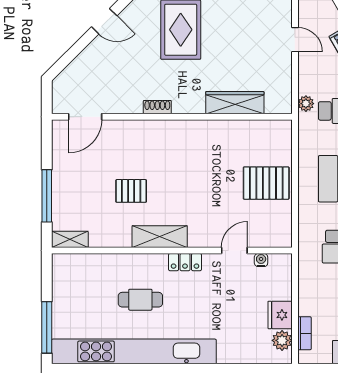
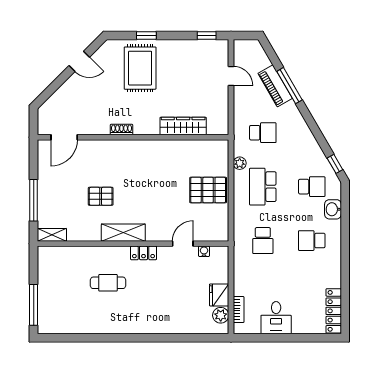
plant: (306, 104) -> (240, 163), moved
kitchen unit: (134, 351) -> (103, 324), removed

